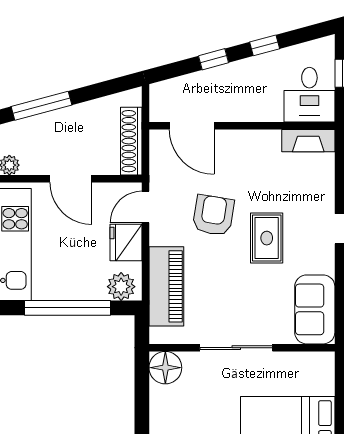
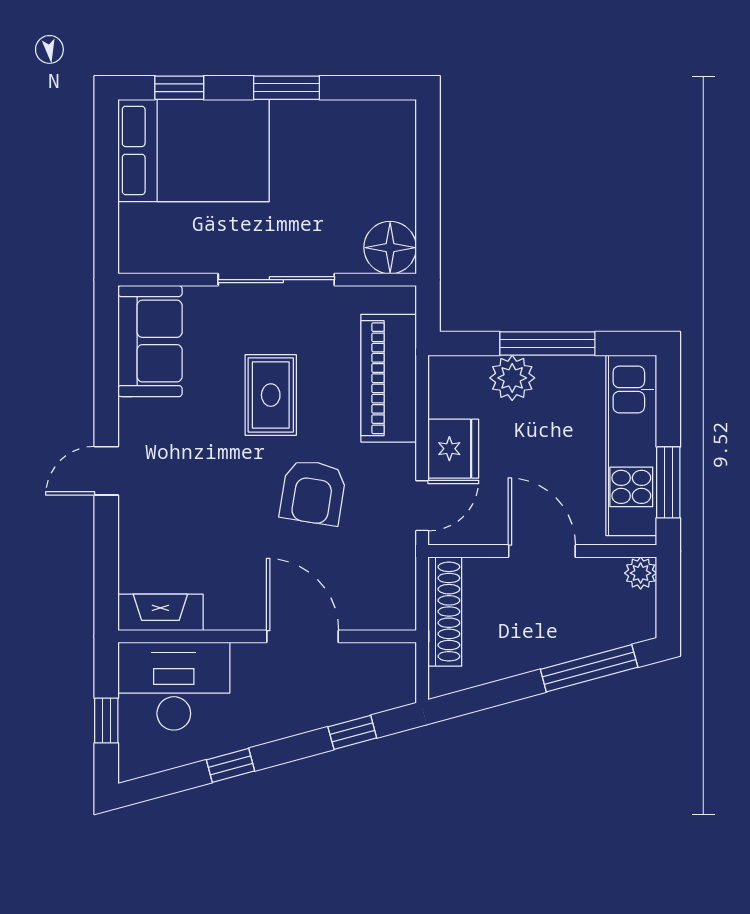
window: (213, 59) -> (352, 732), moved
desk: (309, 95) -> (174, 686), width x1.37
door: (192, 126) -> (303, 636), moved
rug: (267, 238) -> (271, 395), moved
plant: (121, 287) -> (512, 378), moved
window: (68, 308) -> (547, 344), width x0.68

